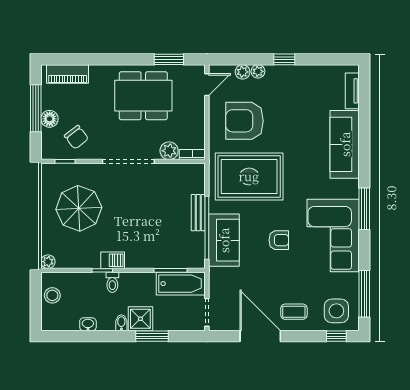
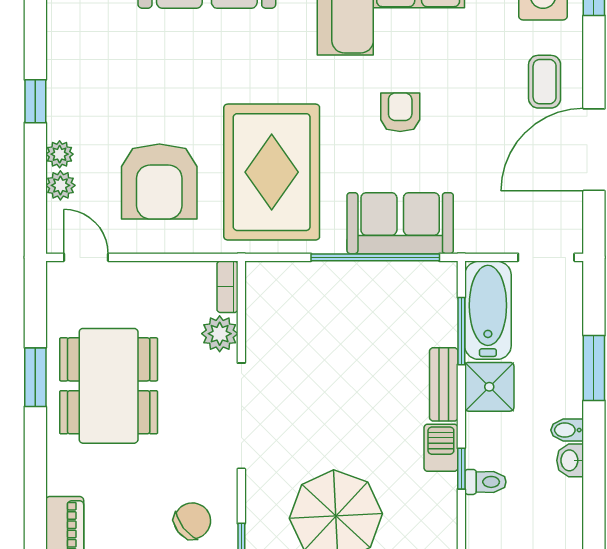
window: (169, 59) -> (35, 377), moved
bench: (198, 213) -> (444, 384), moved, turned 90
toilet: (112, 282) -> (485, 482), moved
shower: (140, 319) -> (489, 387), moved
washbasin: (88, 324) -> (570, 460), moved

